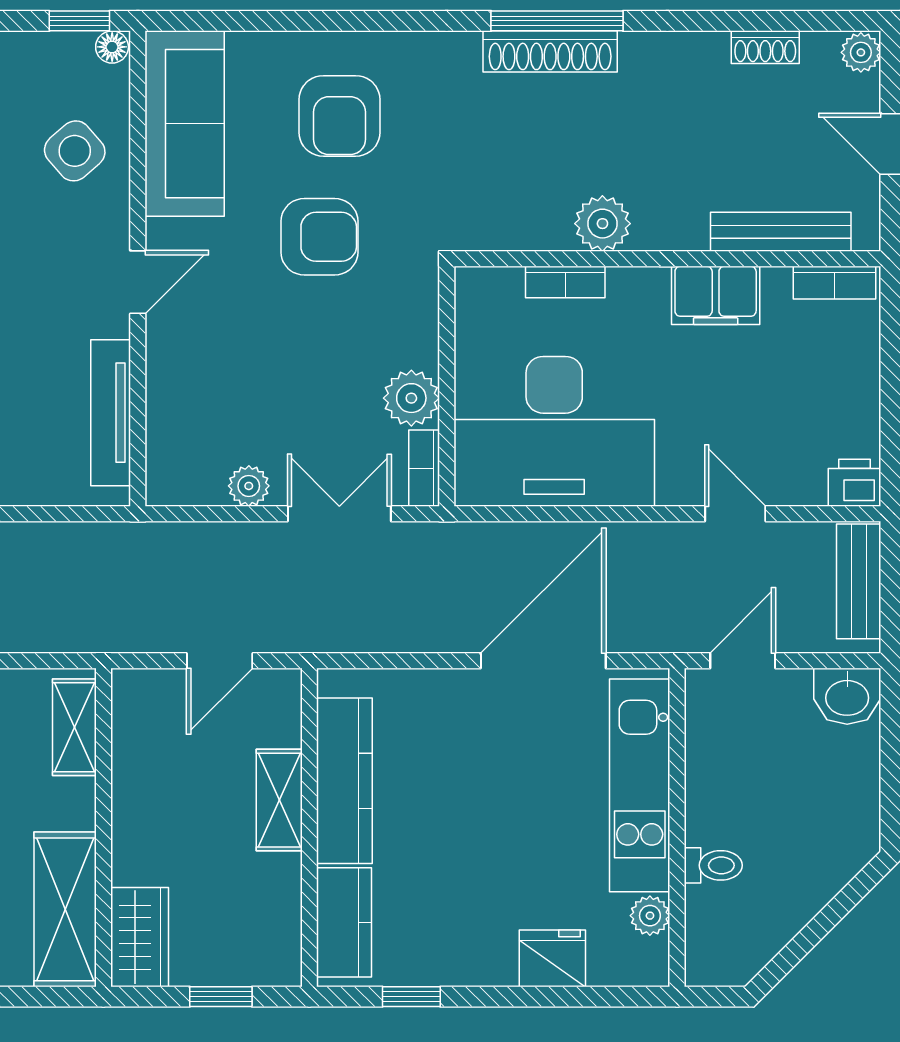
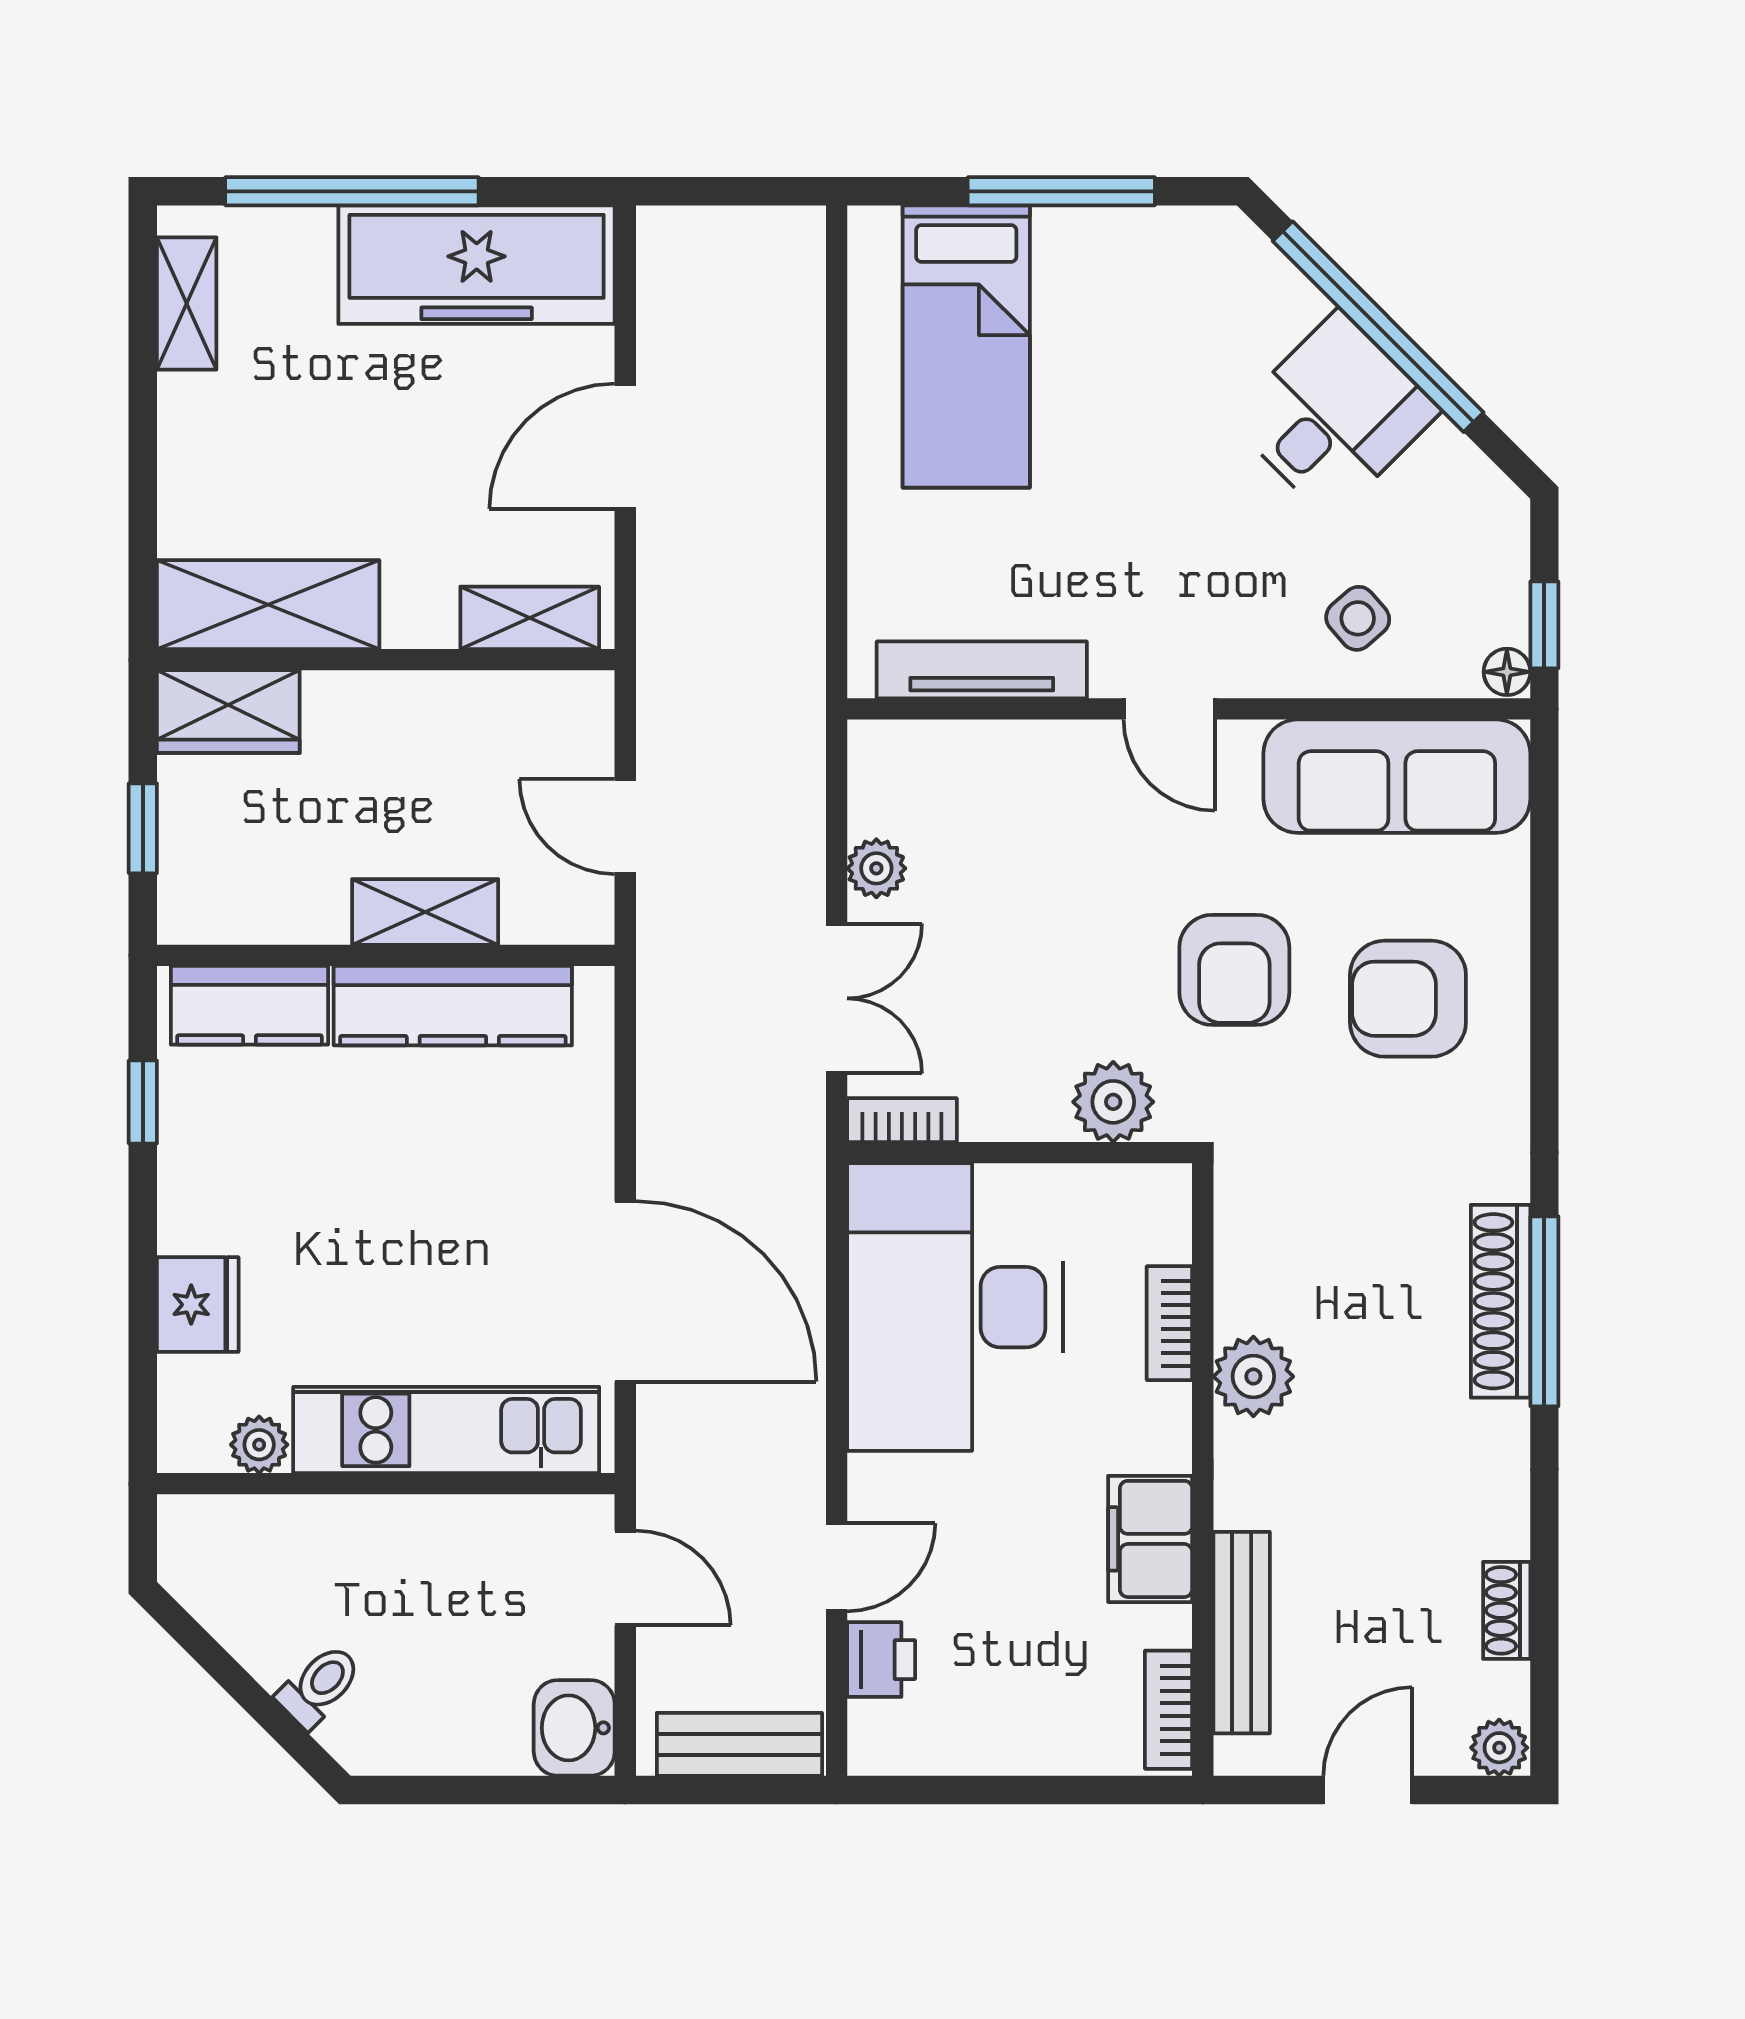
side table: (75, 151) -> (1358, 618), width x0.73, depth x0.73
plant: (411, 398) -> (1113, 1102), moved
printer: (854, 483) -> (881, 1660), moved
toilet: (713, 865) -> (319, 1686), moved, turned -135

